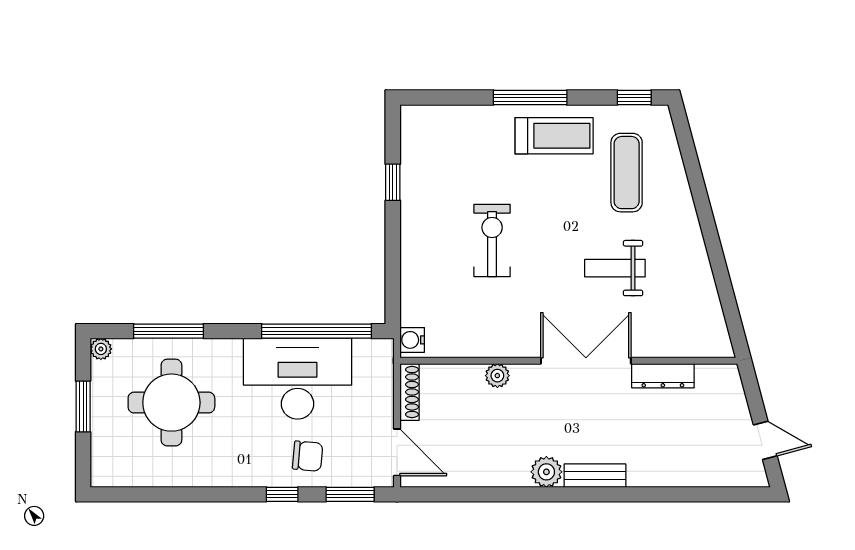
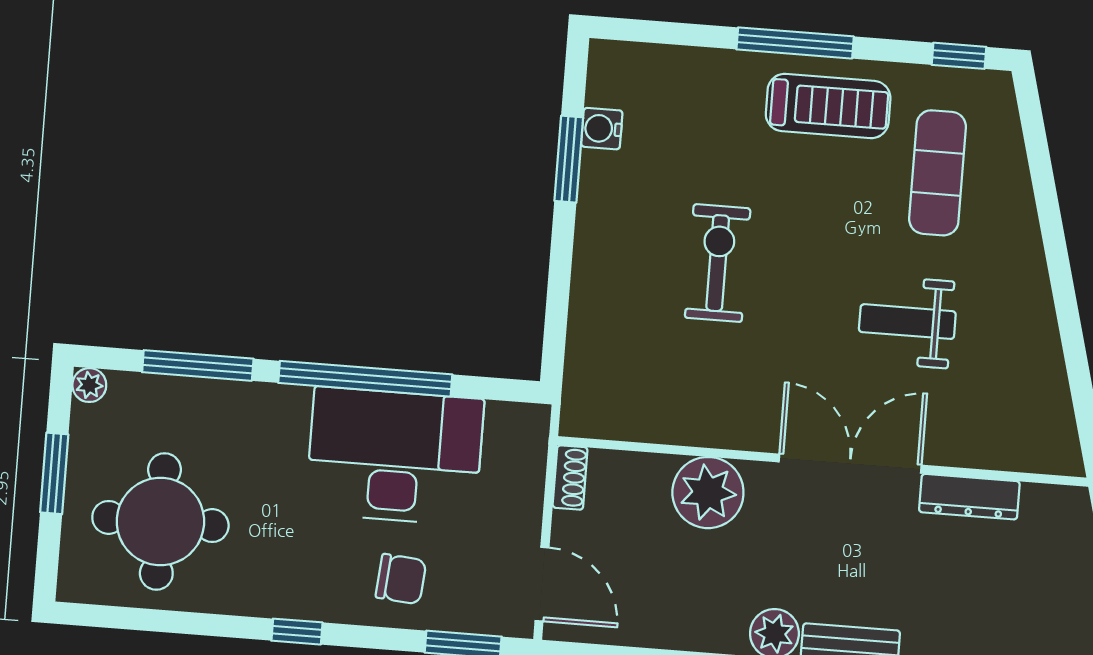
window: (393, 182) -> (569, 159), width x1.50
window: (317, 331) -> (365, 379), moved
water cooler: (412, 340) -> (602, 129), moved
plant: (497, 376) -> (708, 493), width x1.88, depth x1.88
shoe rack: (409, 392) -> (570, 477), width x0.70
round table: (171, 403) -> (160, 521), moved
window: (282, 494) -> (297, 632), moved

